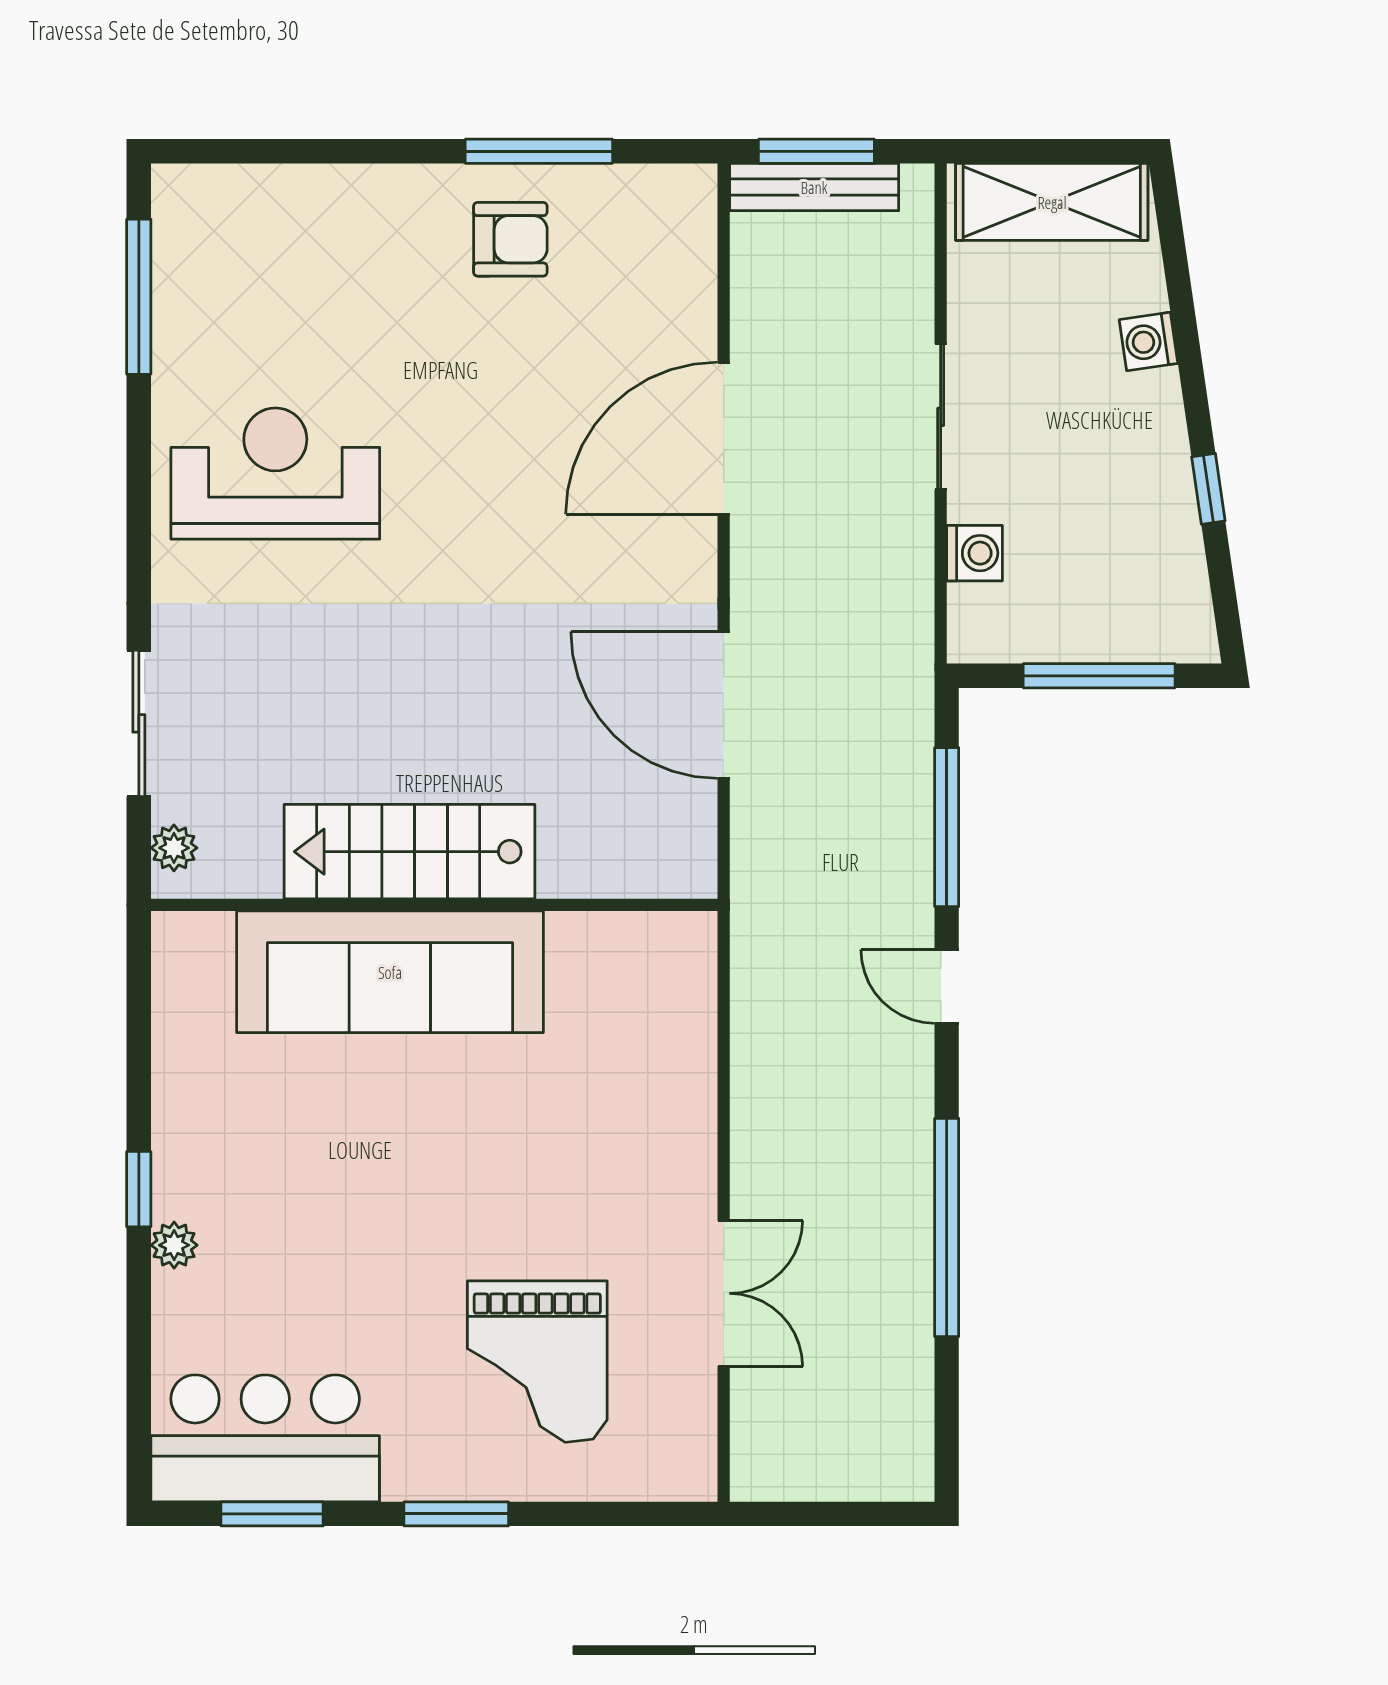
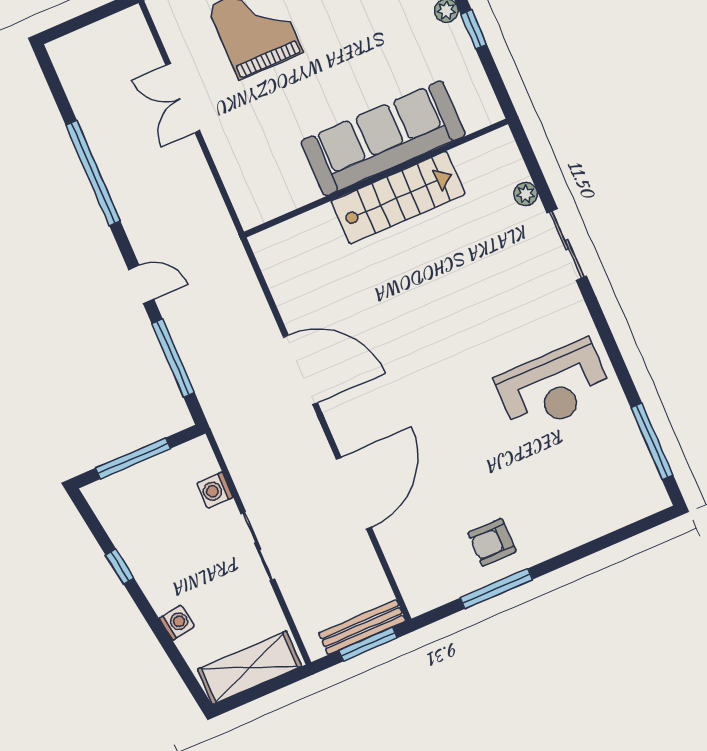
stairs: (409, 852) -> (398, 198), moved
wall: (434, 905) -> (376, 178), moved
sofa: (390, 972) -> (383, 138), moved

